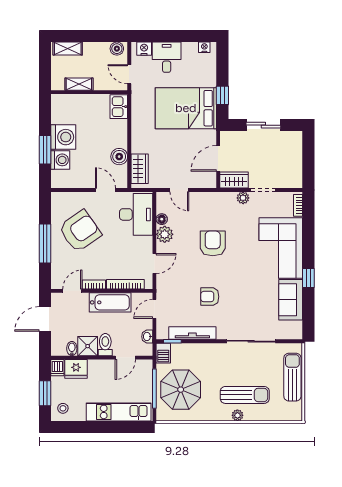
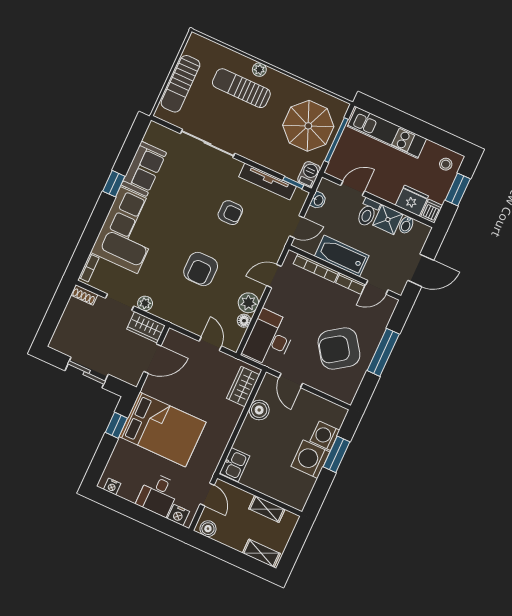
shoe rack: (292, 183) -> (84, 295), added

